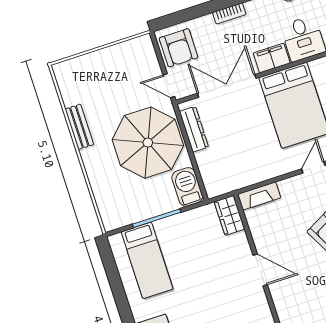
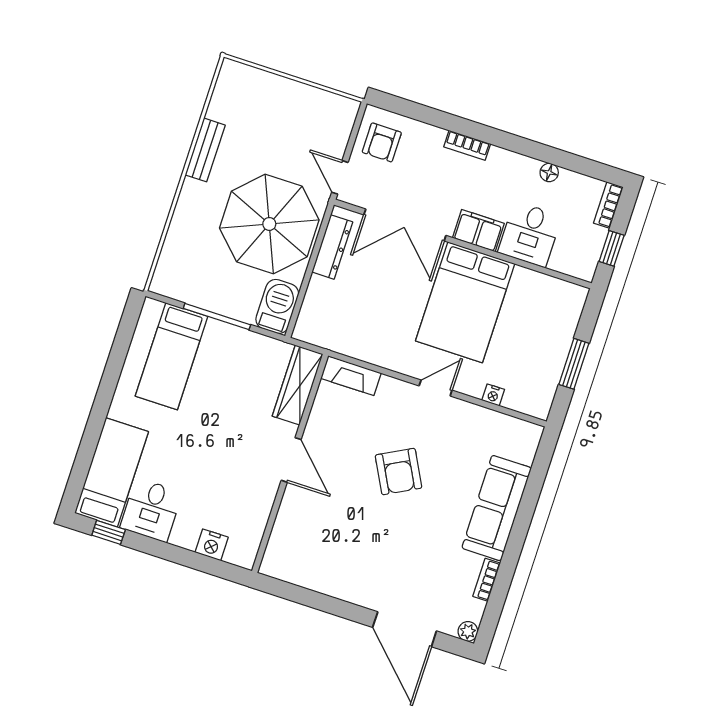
armchair: (179, 48) -> (382, 142), width x0.72, depth x0.72
double door: (227, 86) -> (405, 225), swing flipped
wardrobe: (229, 215) -> (298, 385), width x1.50

